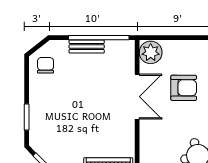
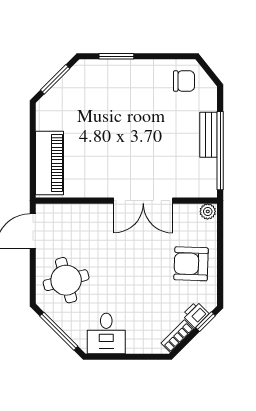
plant: (151, 52) -> (208, 211), width x0.53, depth x0.53
armchair: (184, 88) -> (191, 264), moved, turned 92

